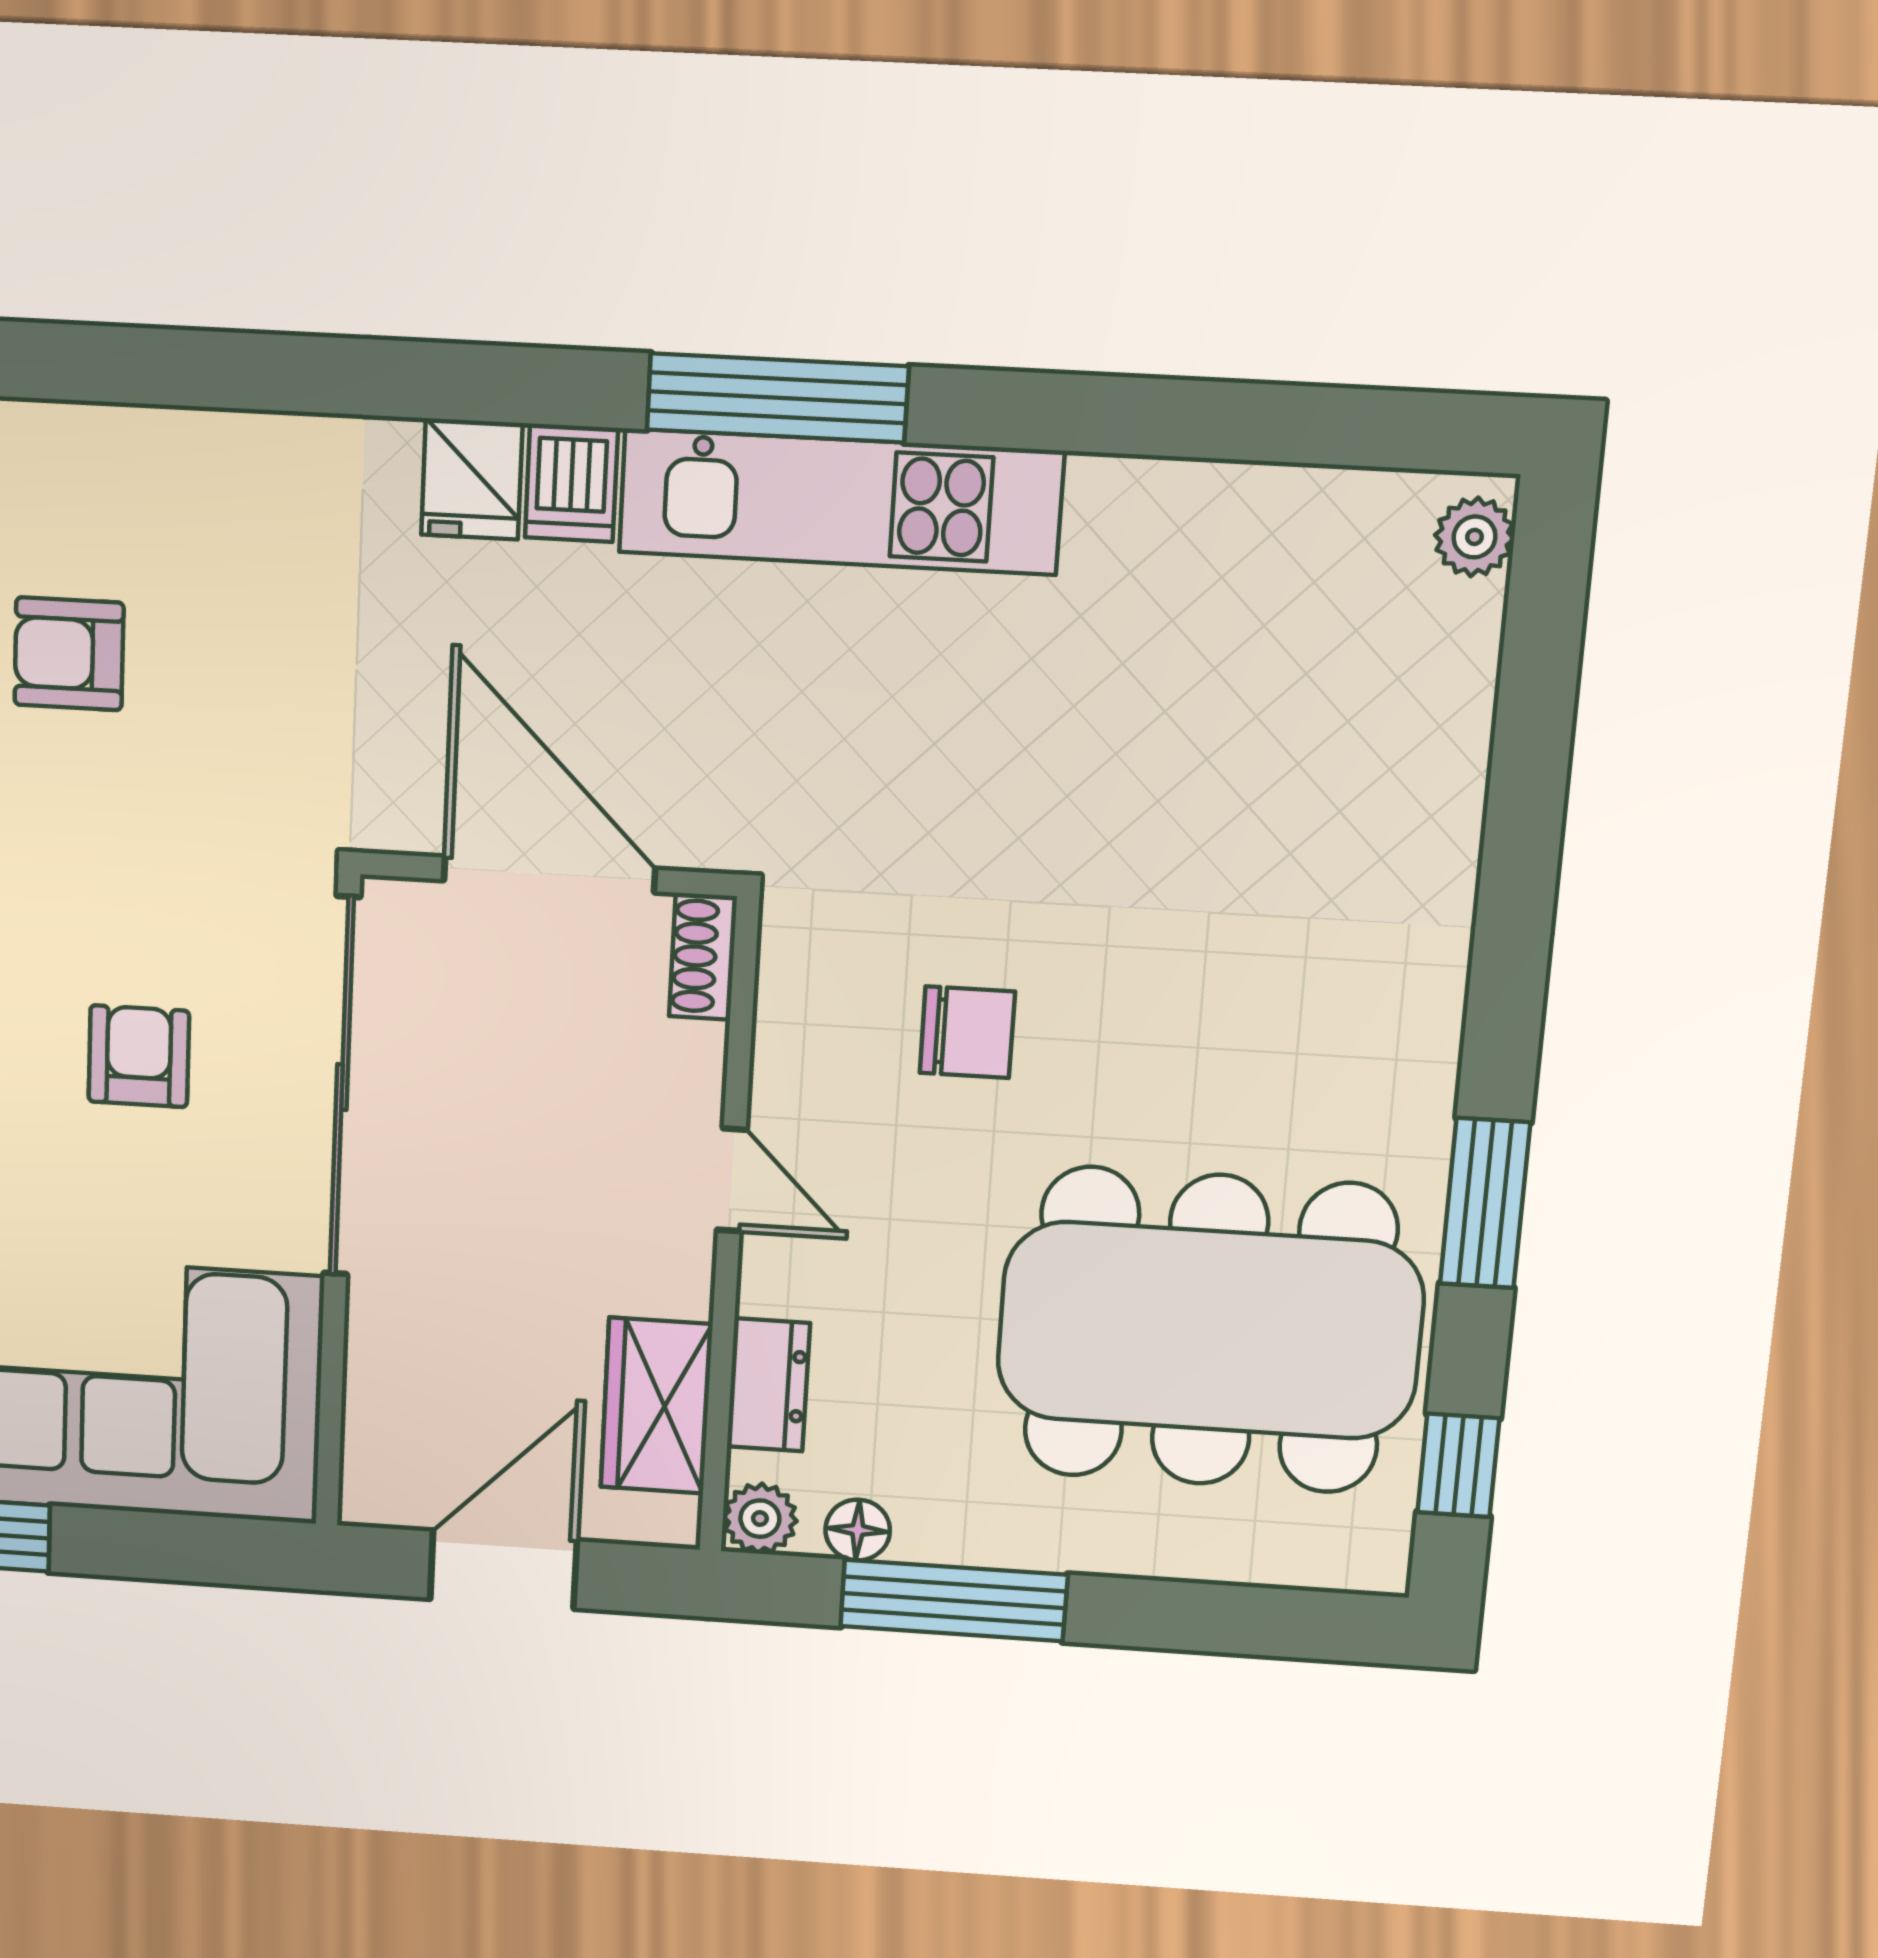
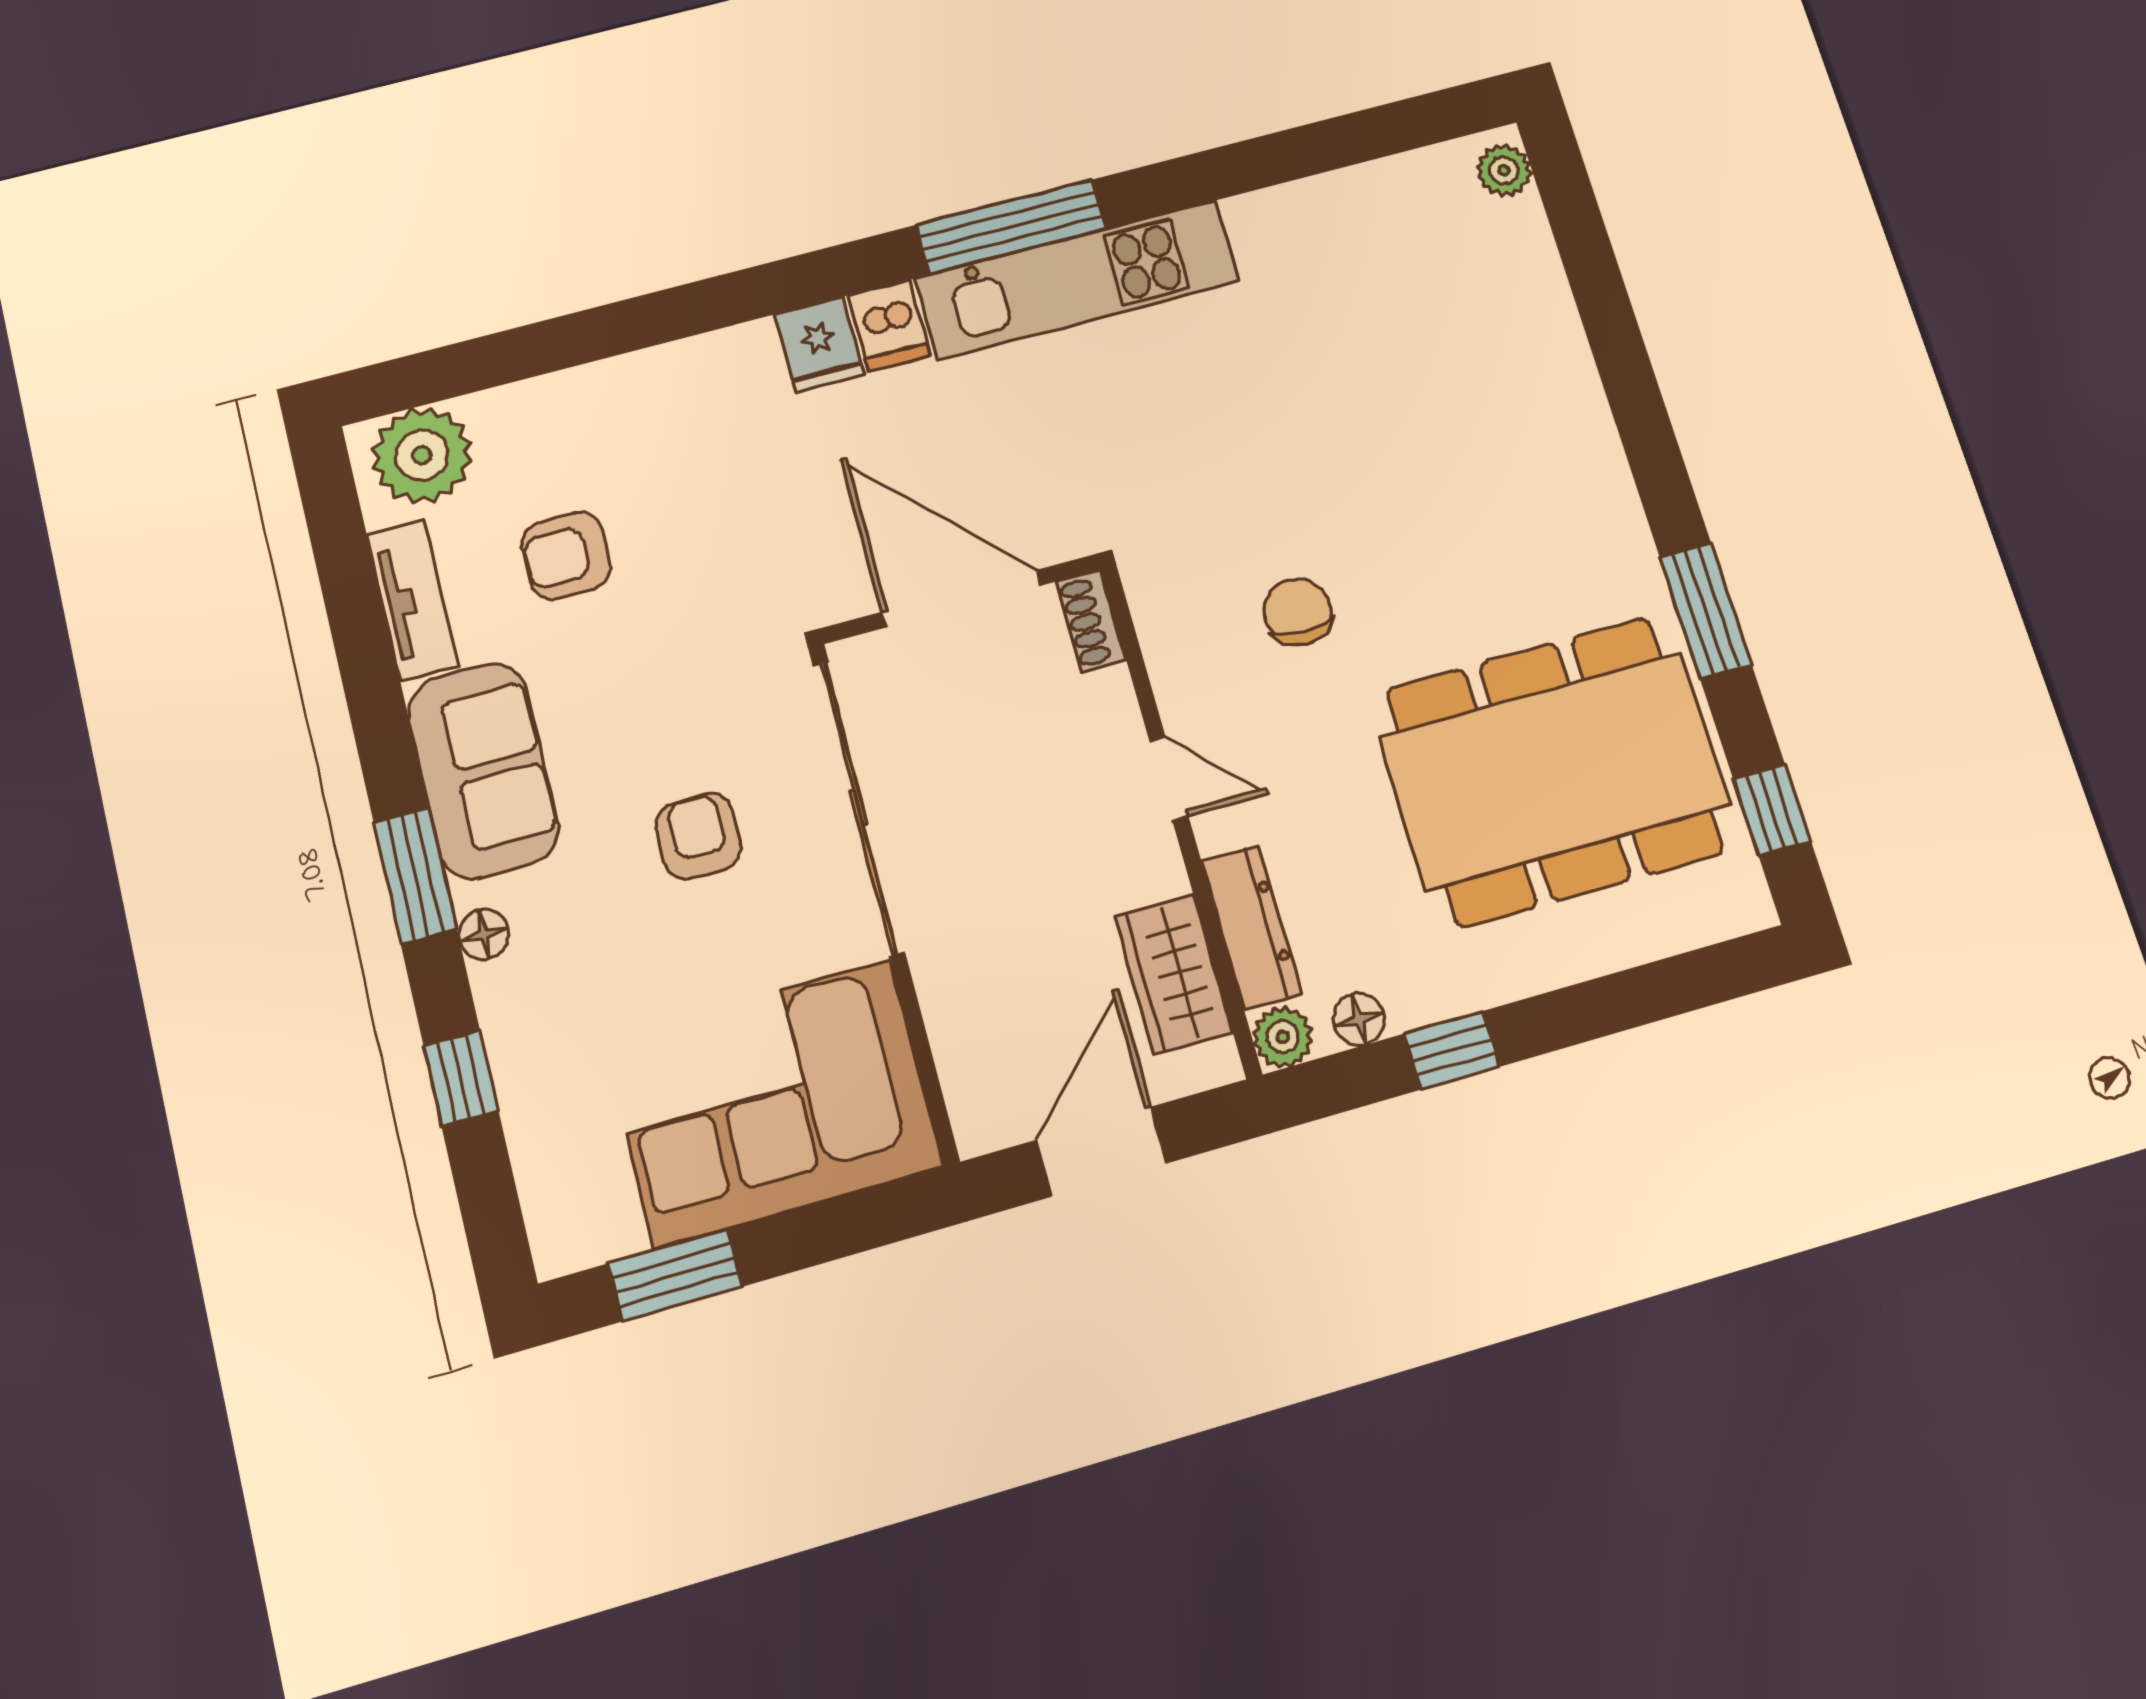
chair: (967, 1032) -> (1298, 612), turned -90
dresser: (768, 1385) -> (1251, 927), width x1.44
window: (954, 1600) -> (1452, 1050), width x0.46

